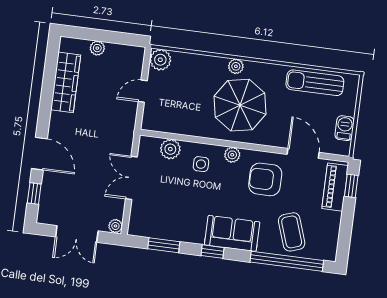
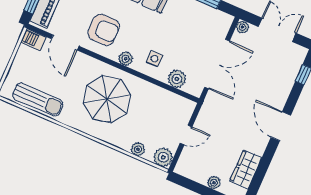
plant: (236, 66) -> (138, 149), moved
wardrobe: (66, 82) -> (246, 169), width x0.67
barbecue: (344, 128) -> (33, 40), moved, turned 90
door: (39, 154) -> (281, 126), moved
double door: (131, 178) -> (217, 64), width x1.37

